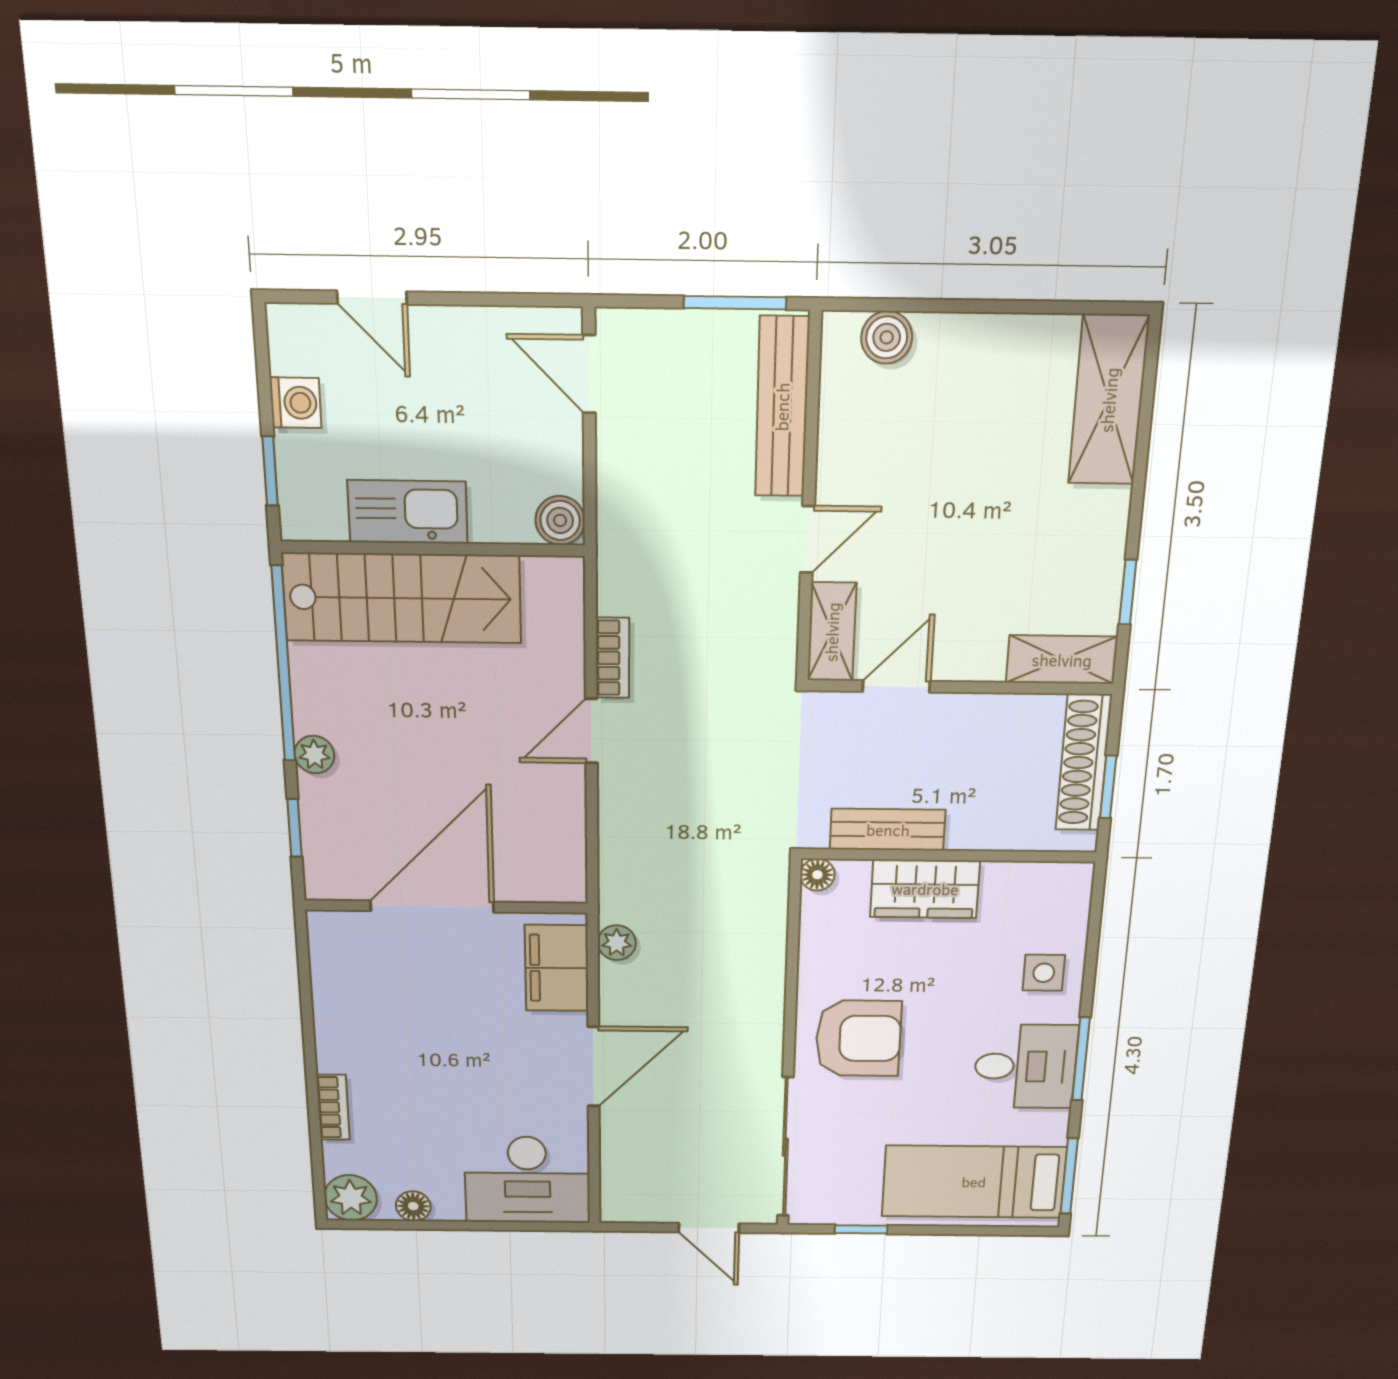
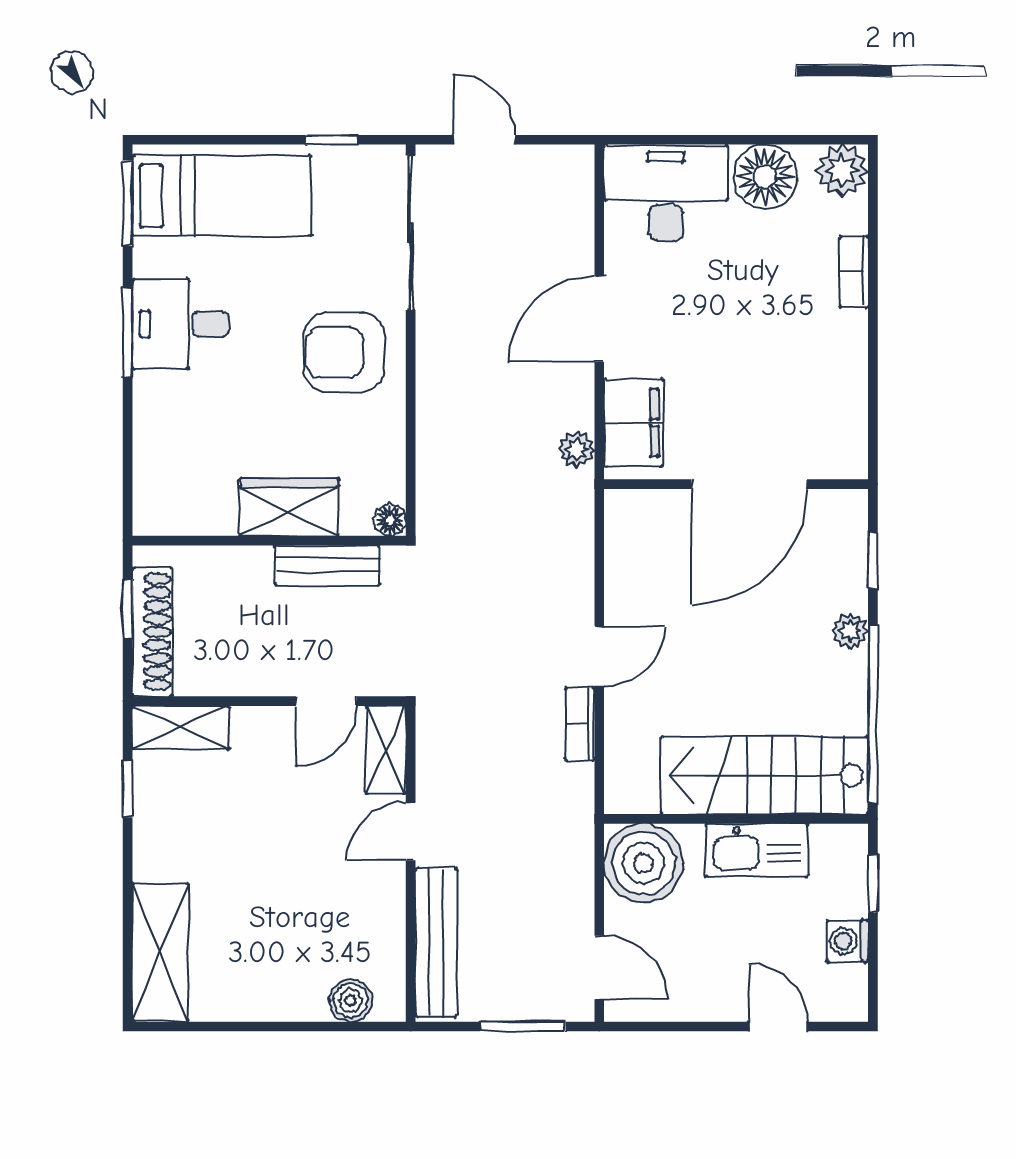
window: (735, 303) -> (523, 1027), moved
boiler: (560, 520) -> (643, 863), width x1.86, depth x1.86
side table: (1044, 973) -> (171, 423), removed
floor lamp: (413, 1206) -> (765, 177), width x1.89, depth x1.89

